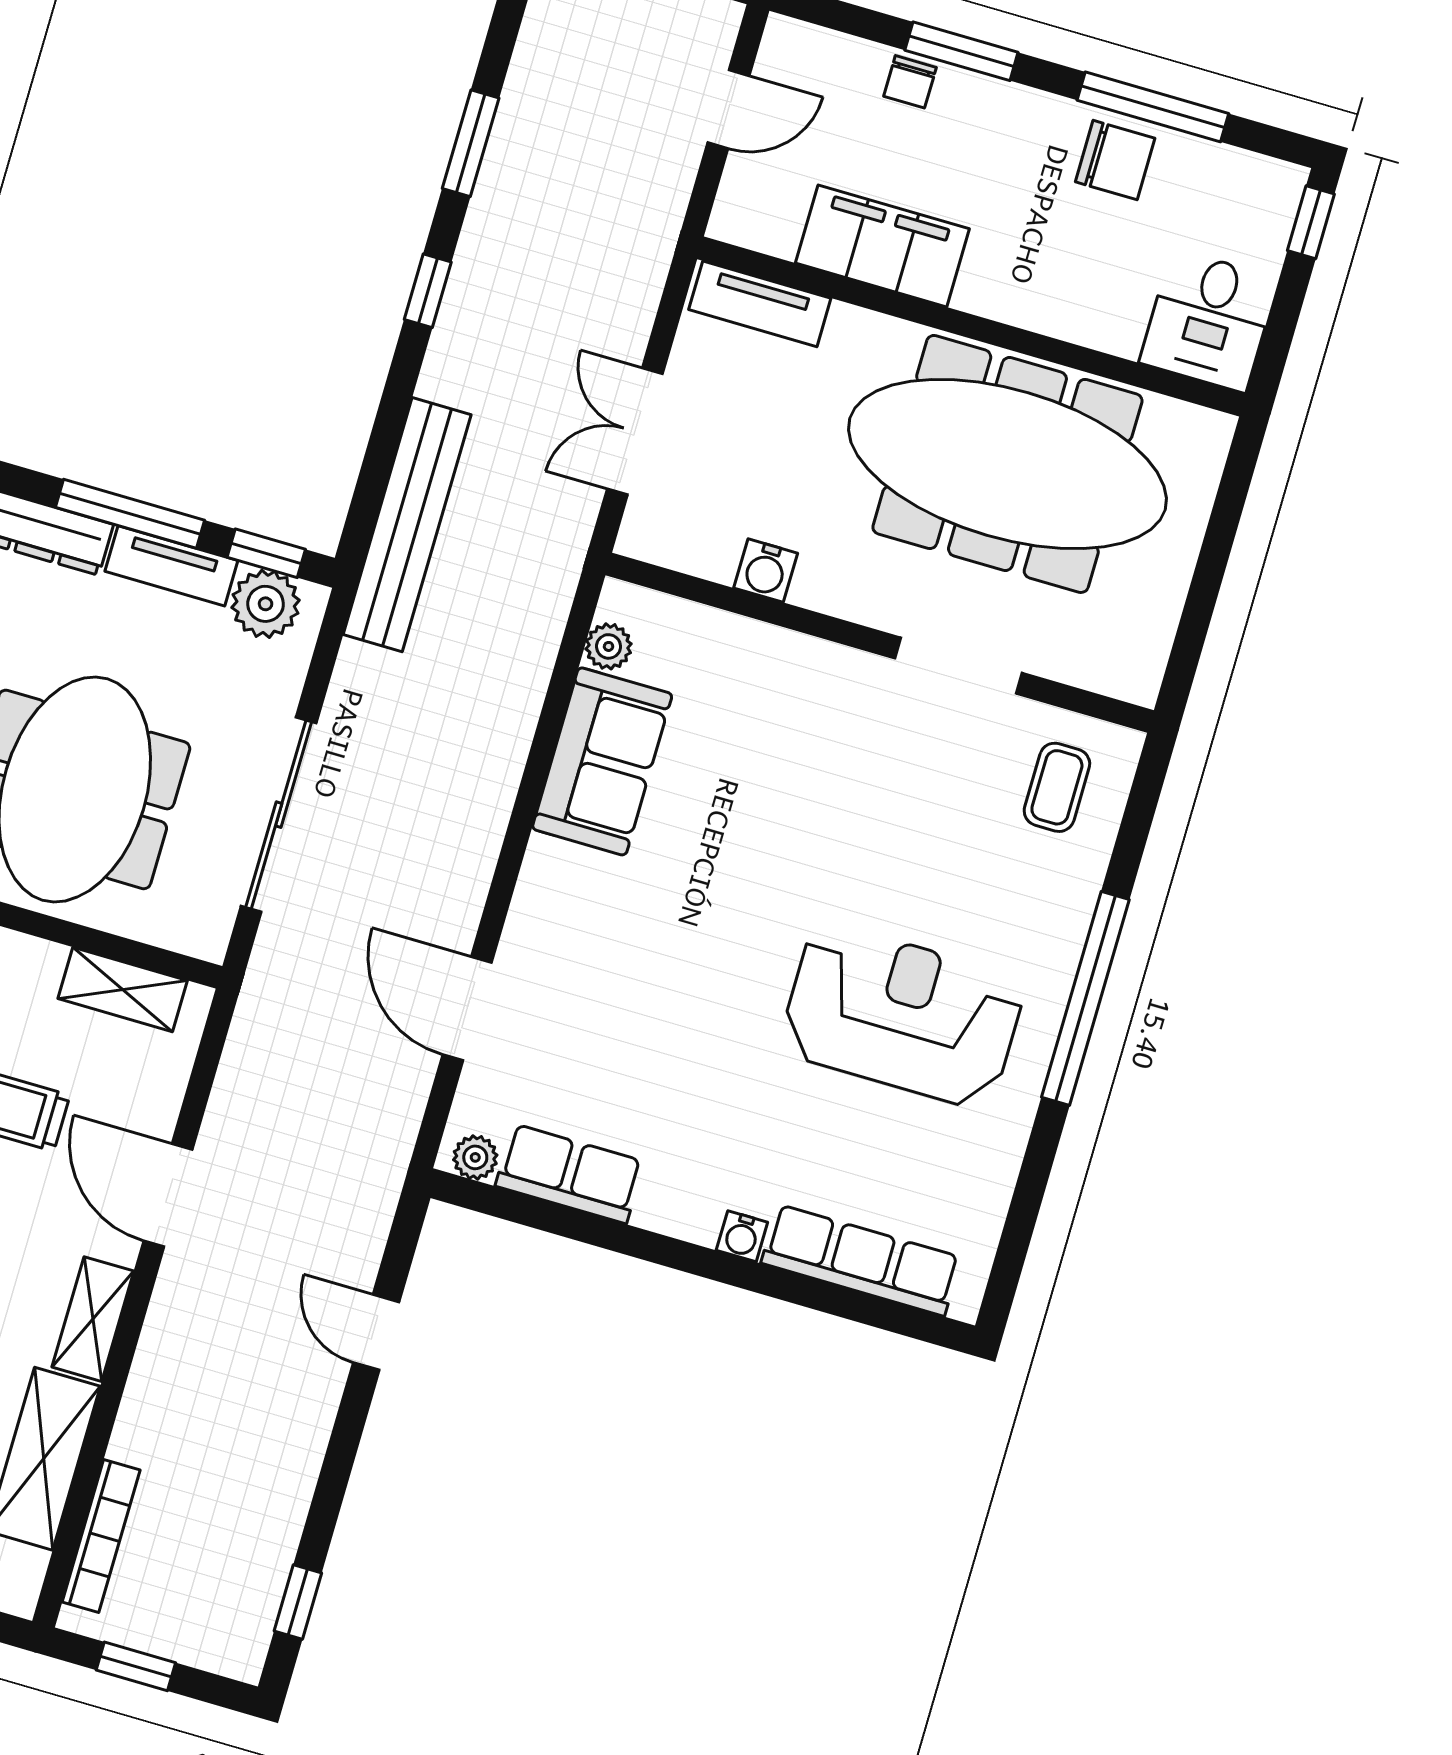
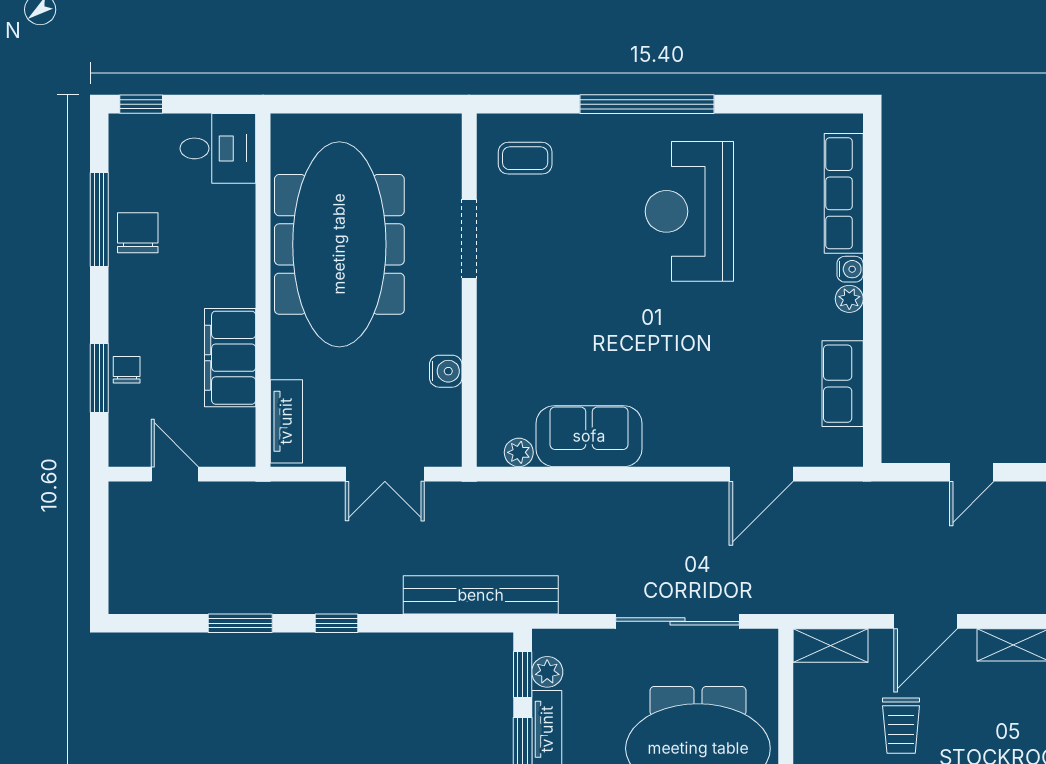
window: (961, 51) -> (99, 378), moved
chair: (910, 82) -> (127, 370), turned -90
plant: (266, 604) -> (547, 672), width x0.73, depth x0.73
shelving: (123, 989) -> (830, 646), moved, turned 90
plant: (475, 1157) -> (849, 299), moved

